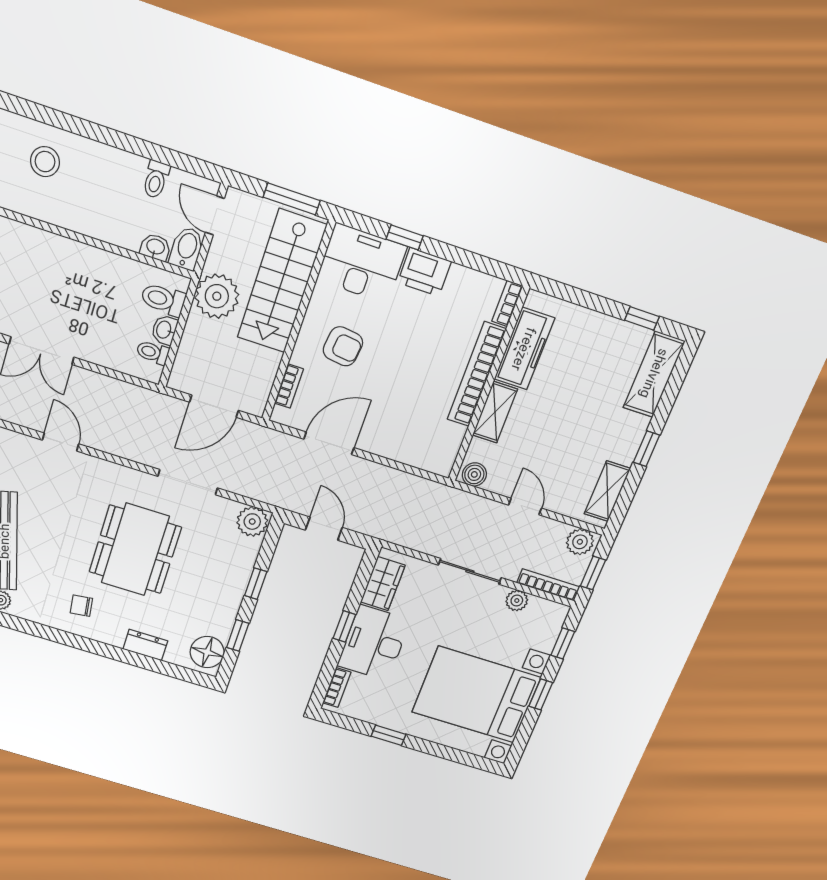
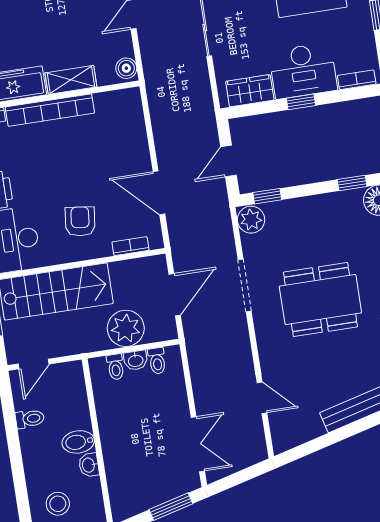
washbasin: (155, 247) -> (89, 465), moved
bidet: (187, 248) -> (78, 442), moved
plant: (217, 296) -> (126, 328), moved
toilet: (163, 299) -> (115, 367), width x0.73, depth x0.72
door: (214, 406) -> (175, 295), hinge flipped
door: (60, 442) -> (262, 398), swing flipped
window: (256, 584) -> (267, 196), moved

